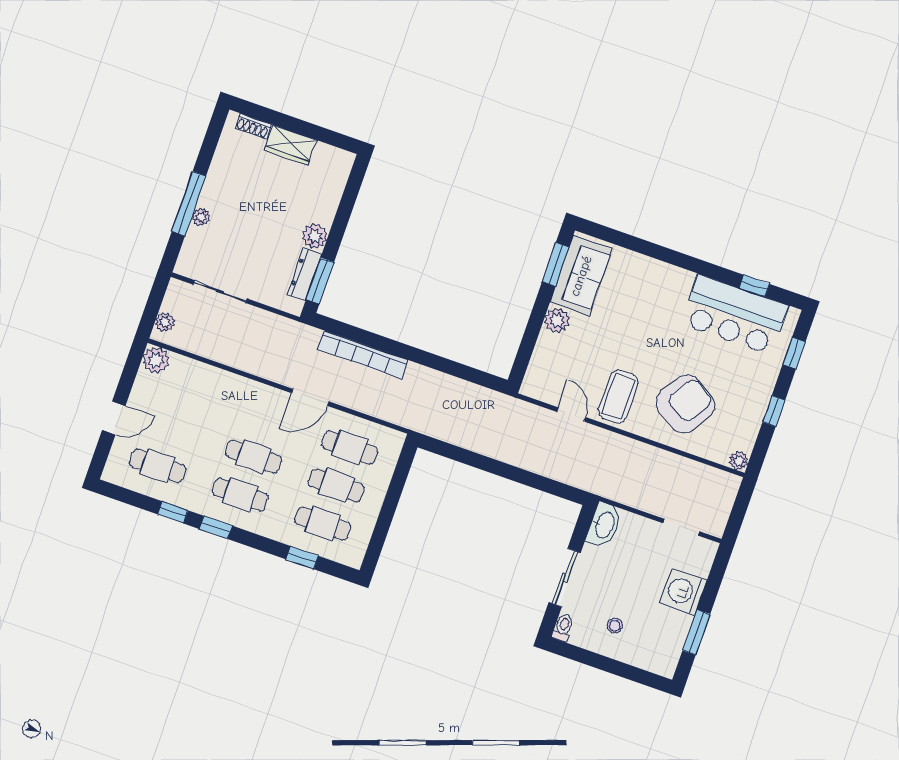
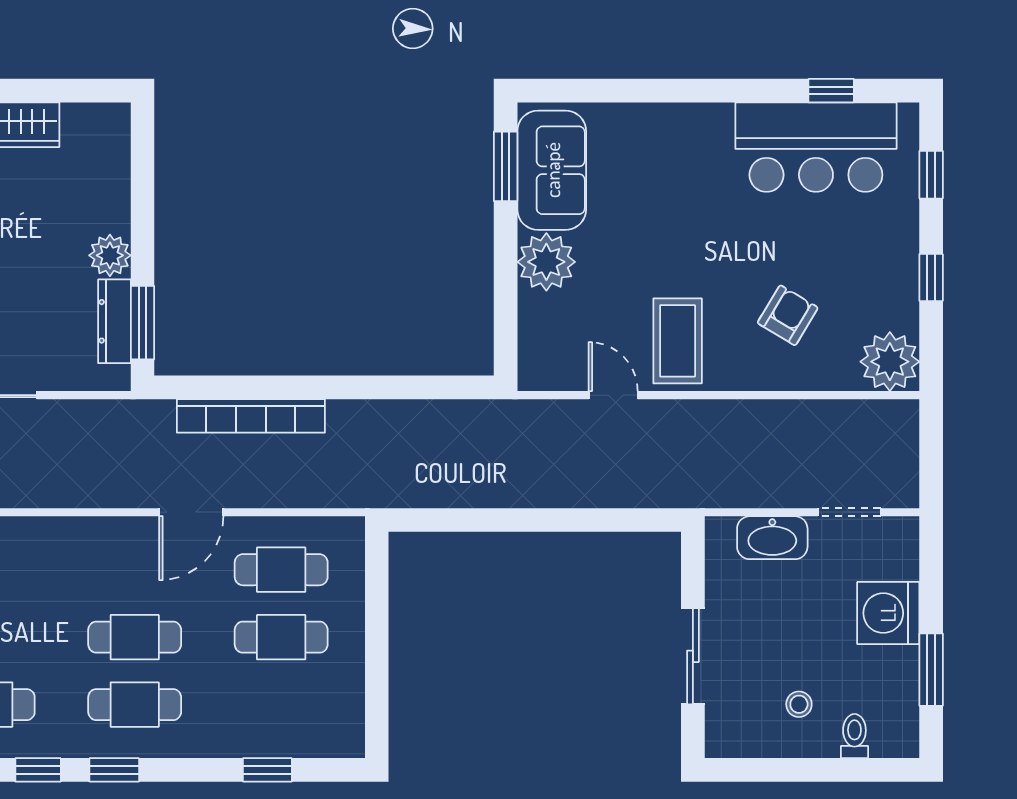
plant: (557, 320) -> (546, 262), width x1.36, depth x1.36
armchair: (685, 404) -> (788, 315), width x0.53, depth x0.53
plant: (739, 461) -> (890, 362), width x1.87, depth x1.87
cafe table: (323, 524) -> (281, 705), removed
washbasin: (604, 525) -> (772, 538), moved, turned 90
toilet: (563, 628) -> (854, 736), moved

